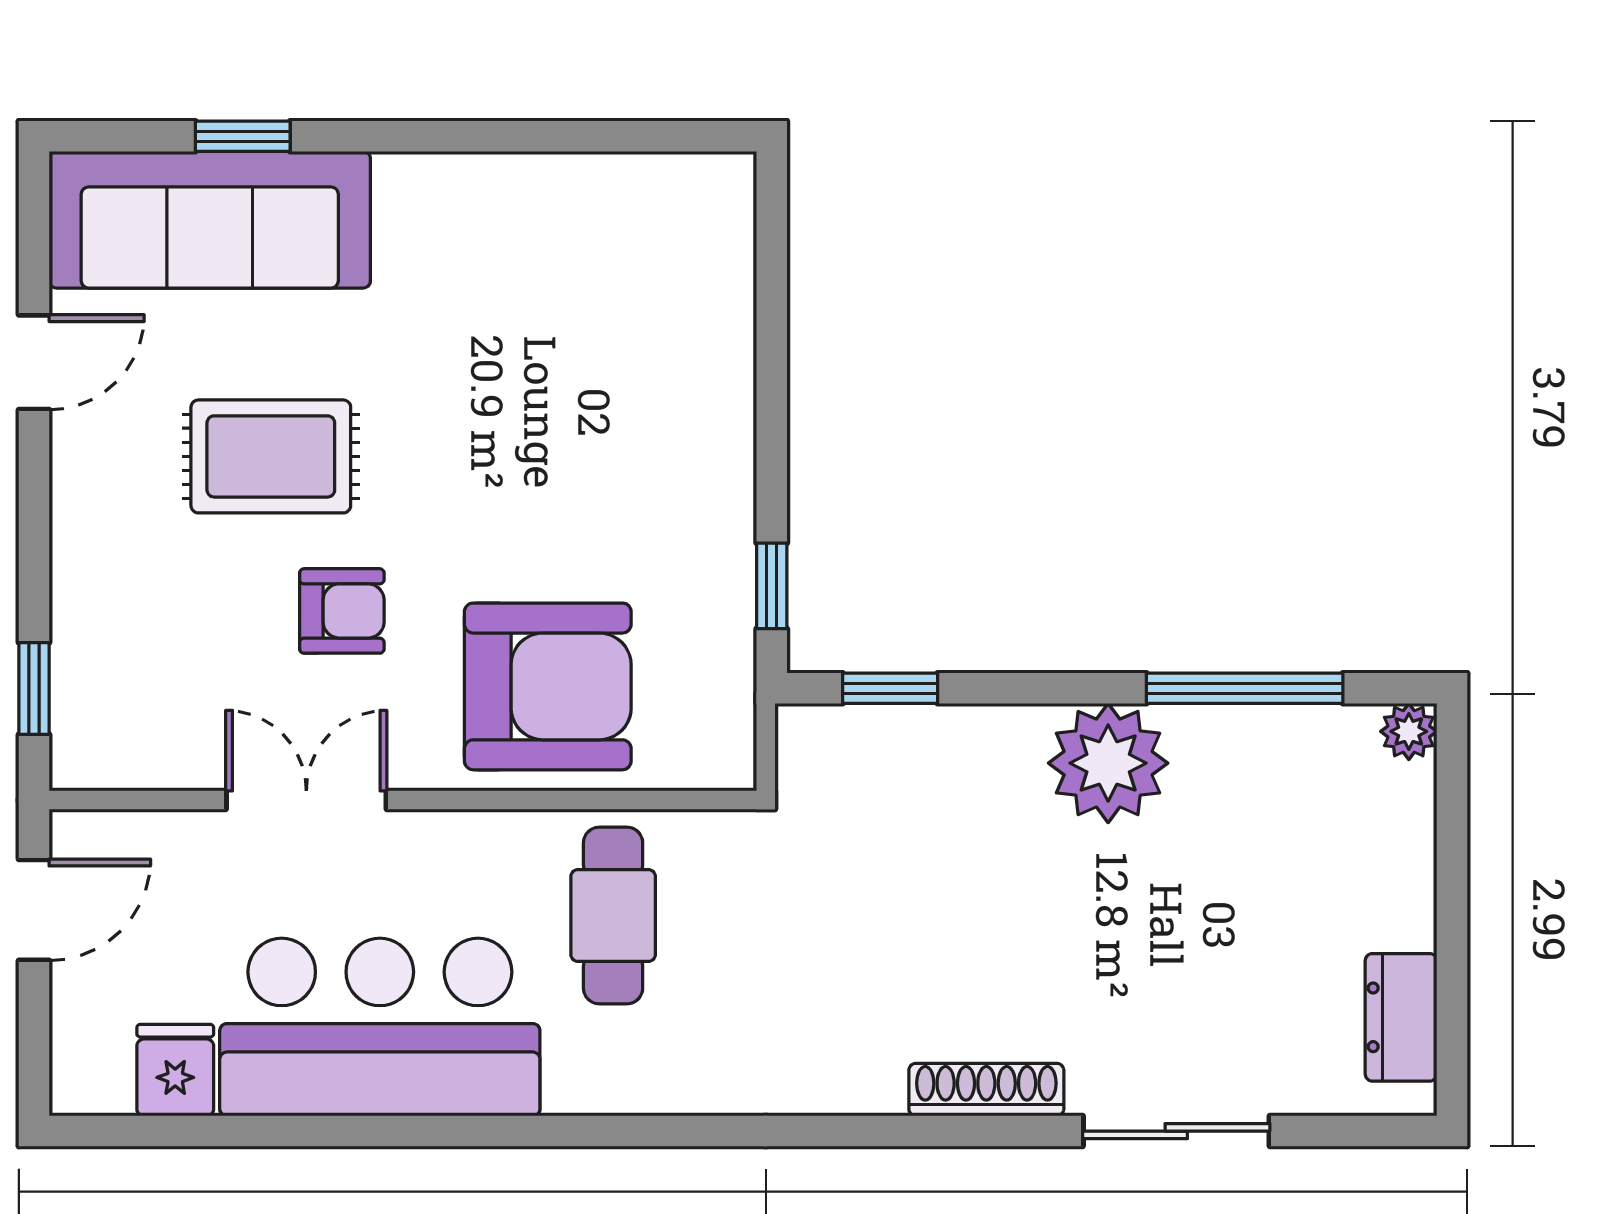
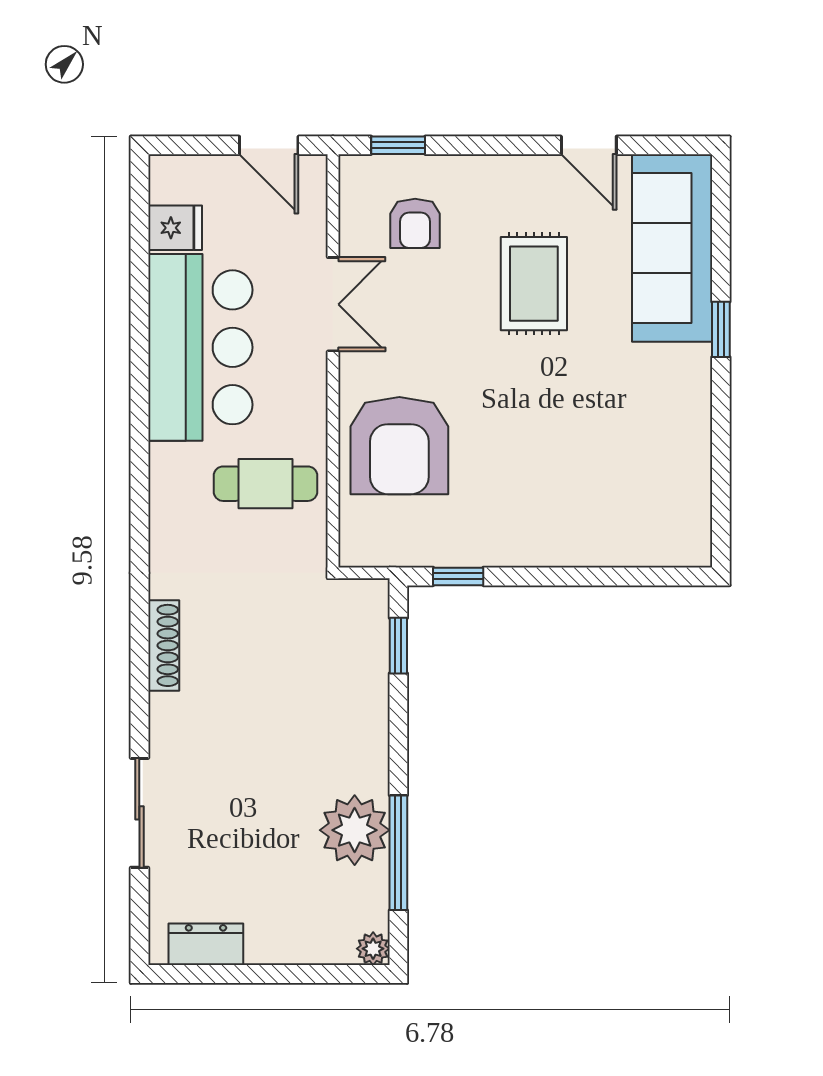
window: (243, 136) -> (721, 329), moved
armchair: (342, 611) -> (415, 223), moved
plant: (1108, 763) -> (355, 830), moved
shoe rack: (986, 1090) -> (164, 645), moved

